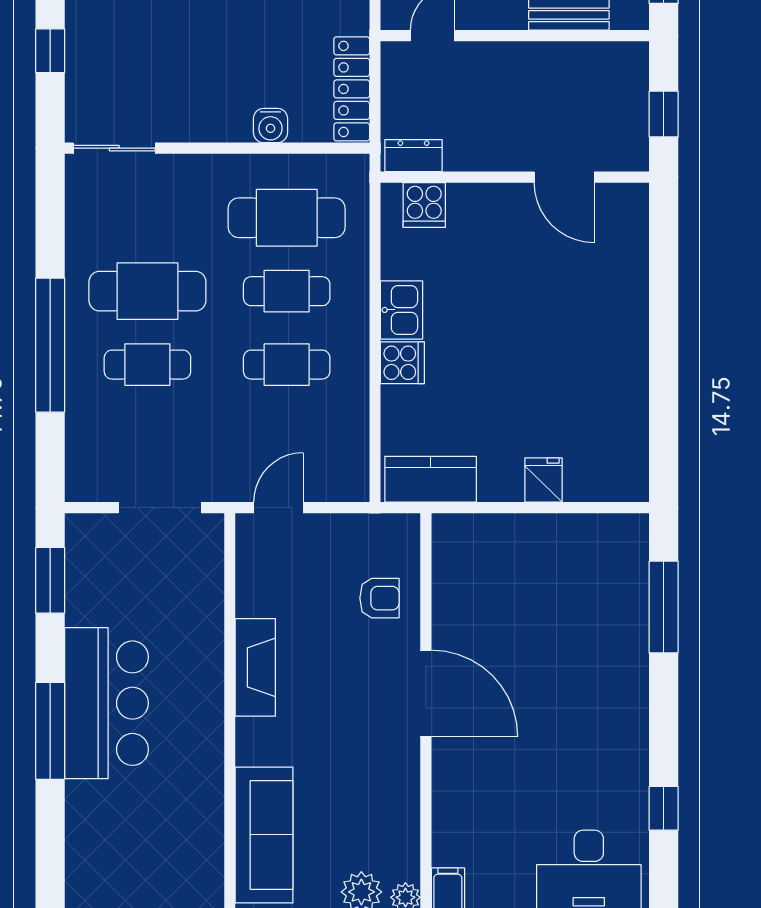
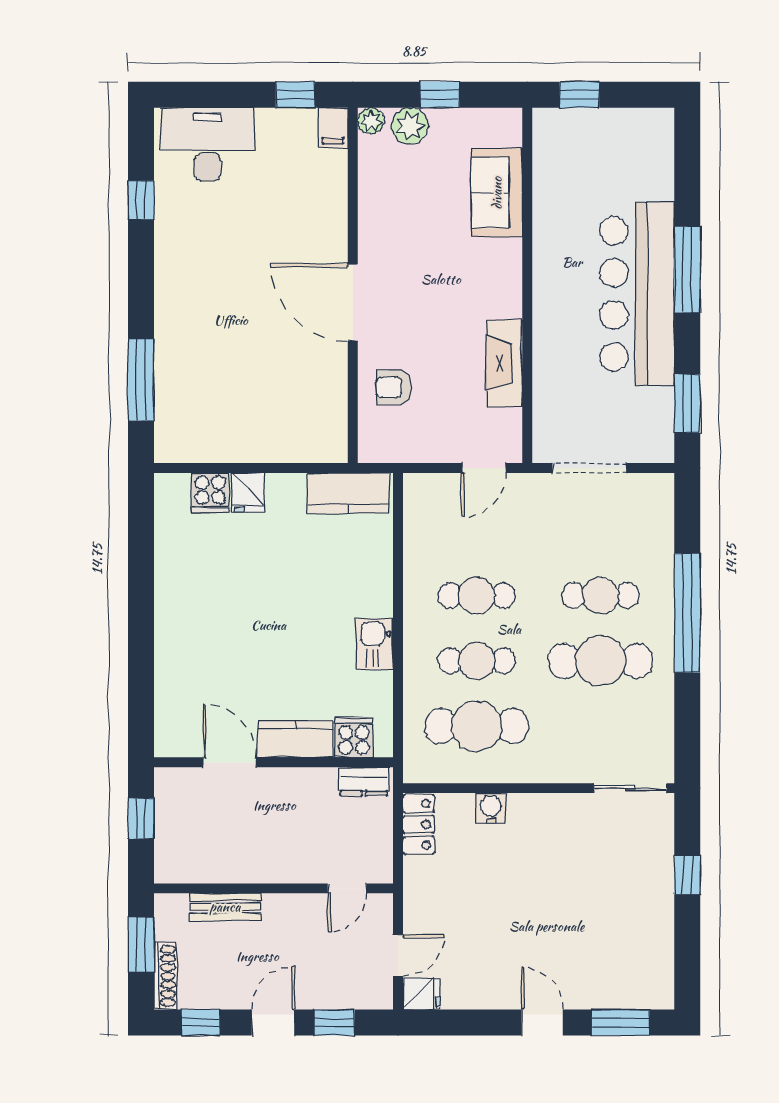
locker: (352, 89) -> (419, 824), width x0.66
kitchen counter: (490, 204) -> (295, 739), added
cooker: (402, 363) -> (210, 493), moved, turned -90
fireplace: (255, 667) -> (505, 363), moved
bar counter: (106, 703) -> (637, 294), width x1.36
sofa: (264, 835) -> (497, 193), width x0.73

